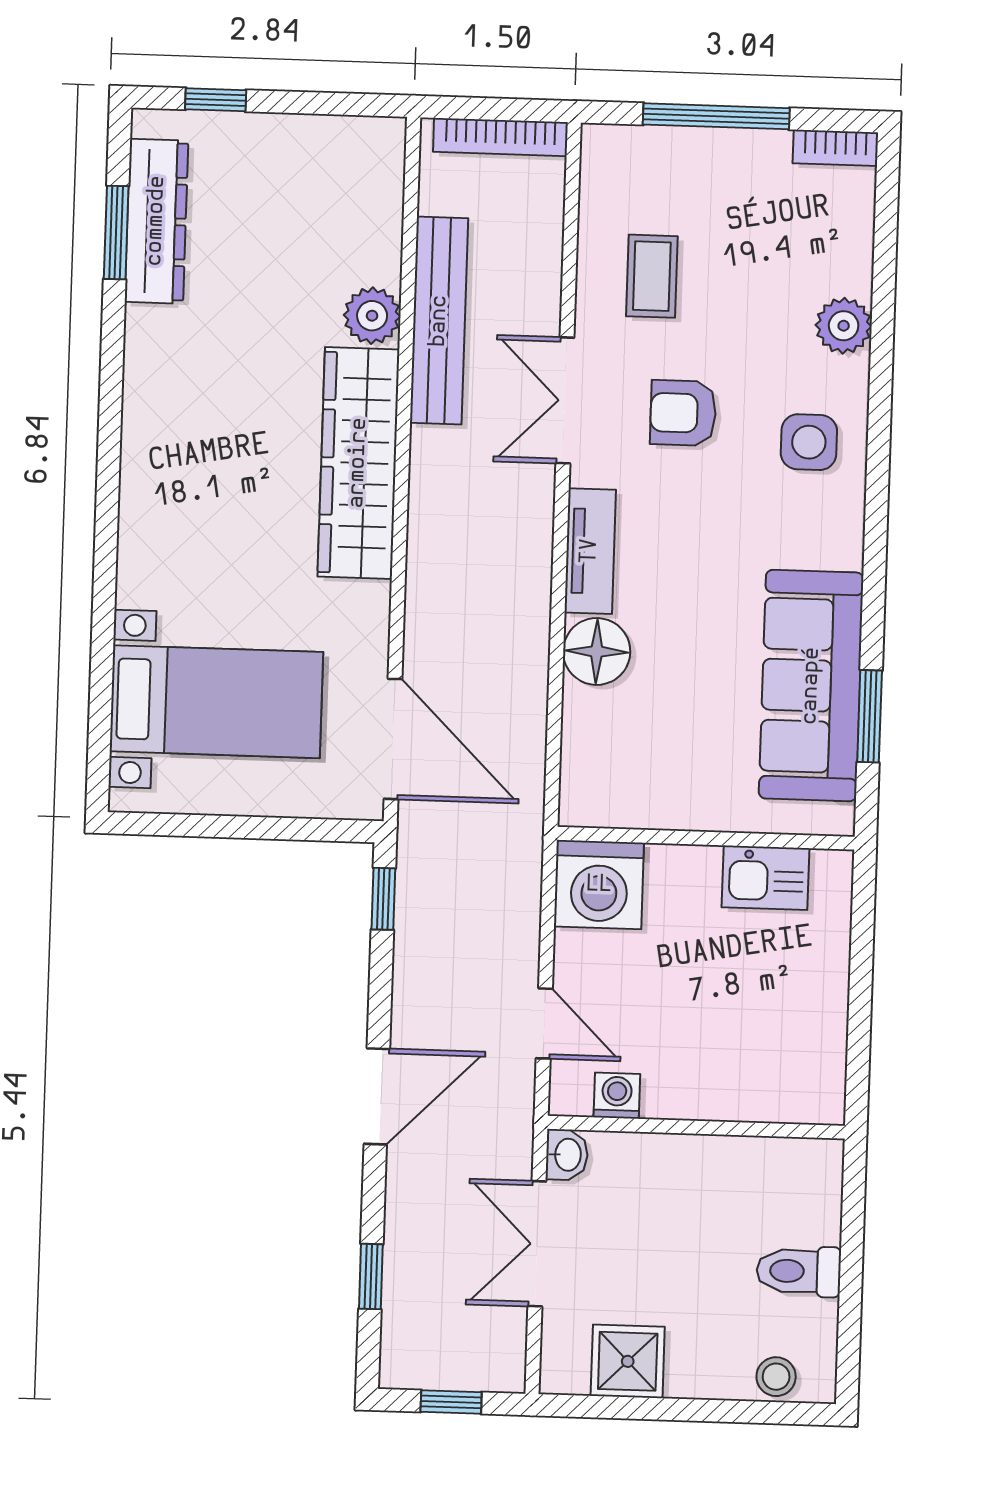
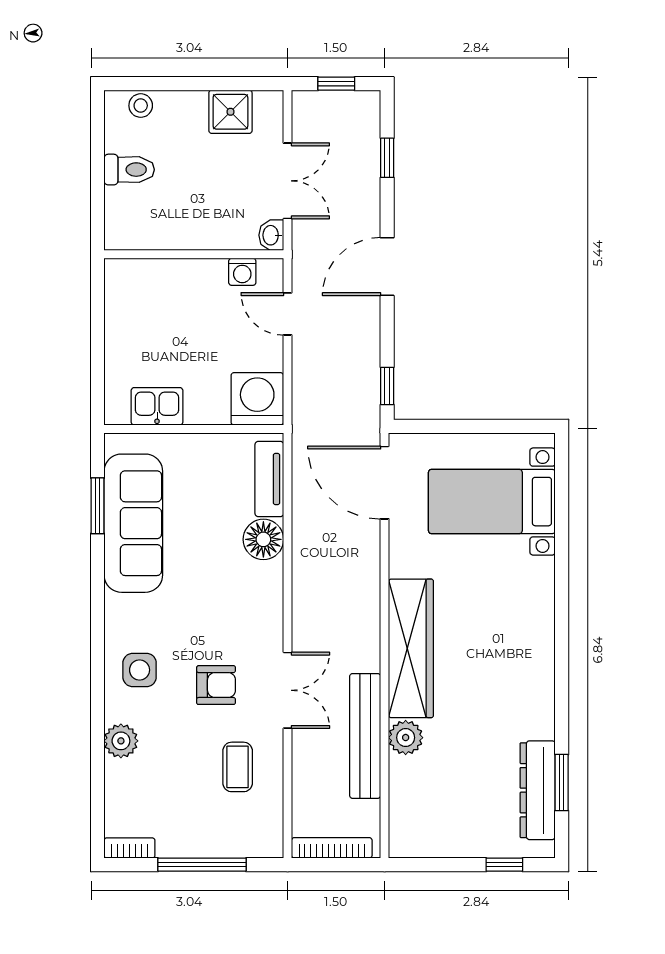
tv unit: (590, 551) -> (269, 479), moved

